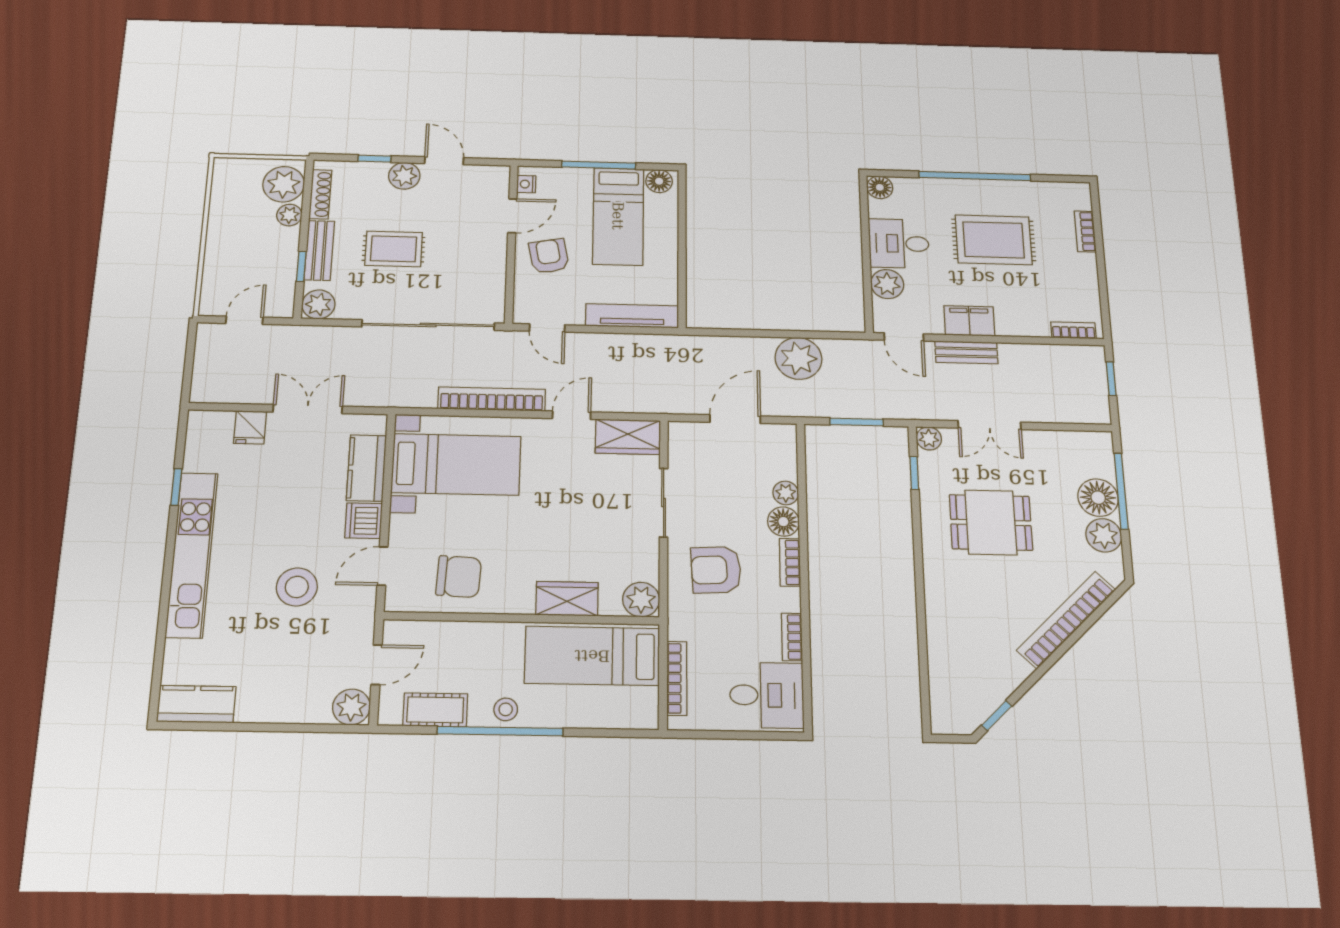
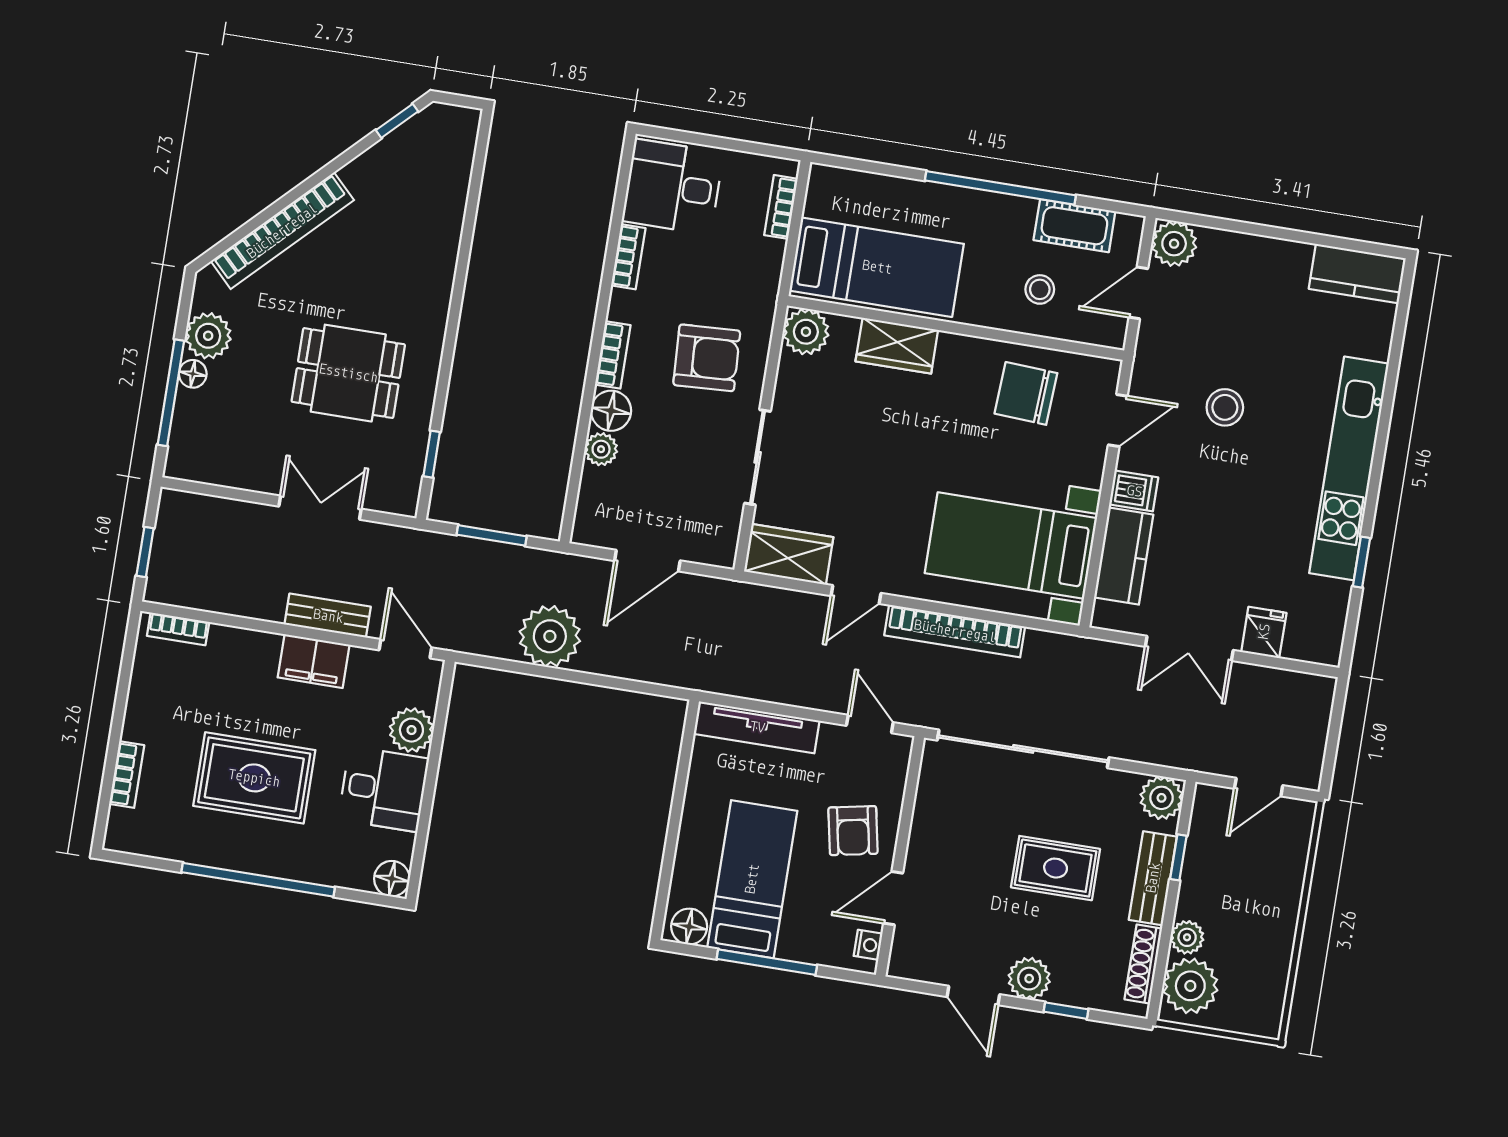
plant: (929, 438) -> (403, 500), removed
floor lamp: (1098, 498) -> (193, 374), width x0.53, depth x0.53
dishwasher: (364, 521) -> (1134, 491), width x0.73
stool: (297, 587) -> (1225, 407), width x0.73, depth x0.73
bookcase: (677, 678) -> (781, 207), width x0.64
stool: (506, 709) -> (1040, 289), moved

